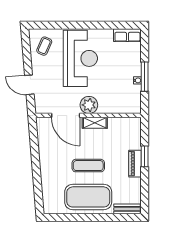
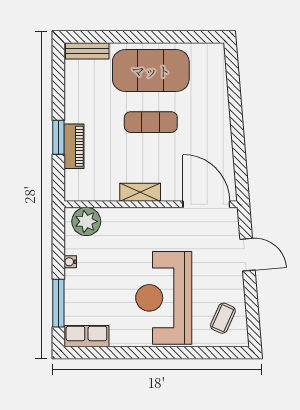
window: (145, 77) -> (58, 303), moved
plant: (89, 105) -> (86, 221), moved
door: (66, 115) -> (206, 204), moved
piano: (135, 164) -> (74, 146), moved

